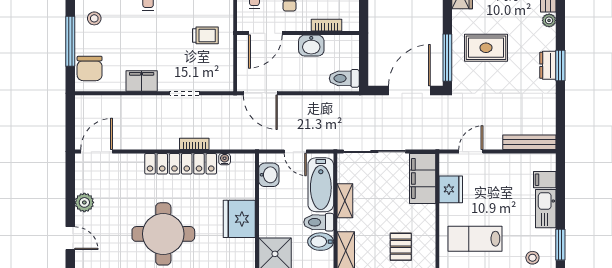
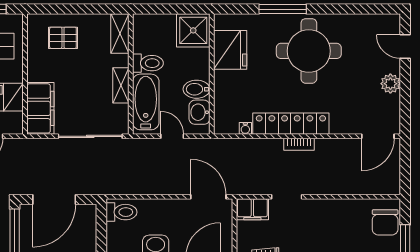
chair: (90, 68) -> (385, 222), turned 180
filing cabinet: (142, 81) -> (252, 209), moved
bookcase: (194, 144) -> (299, 144), moved
fridge: (239, 219) -> (230, 50), moved
bidet: (321, 242) -> (197, 89), moved, turned 180
pallet: (401, 247) -> (63, 38), turned 90

